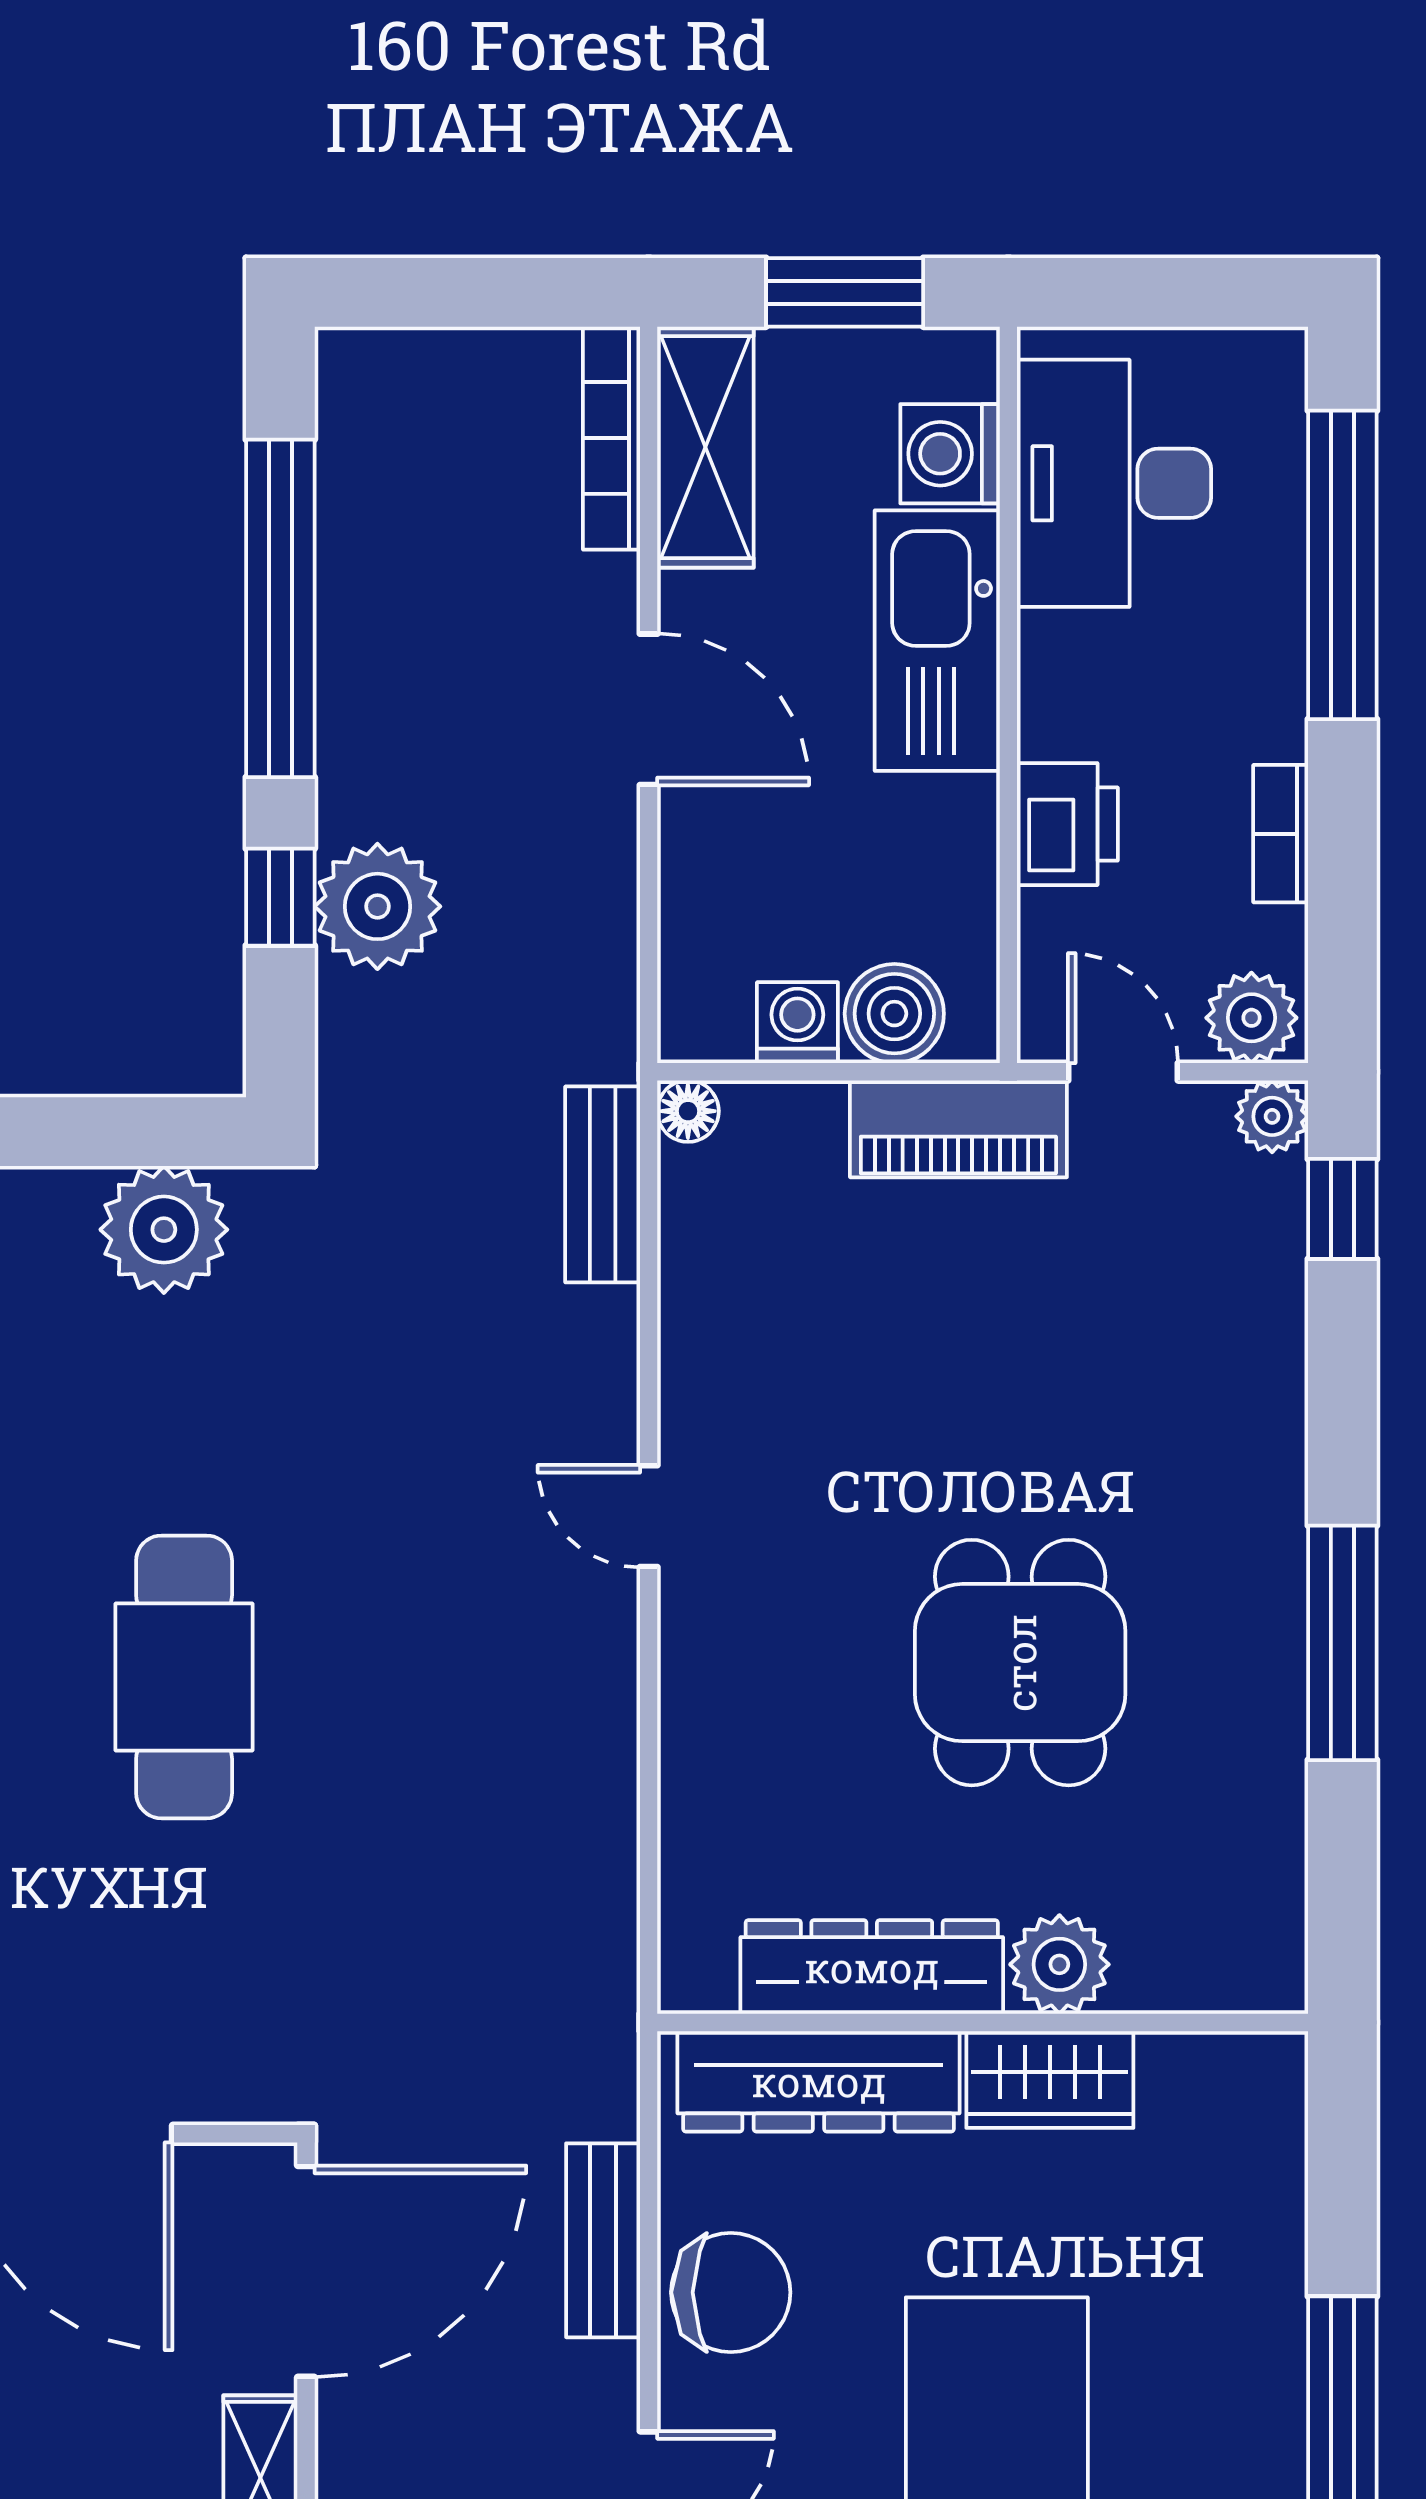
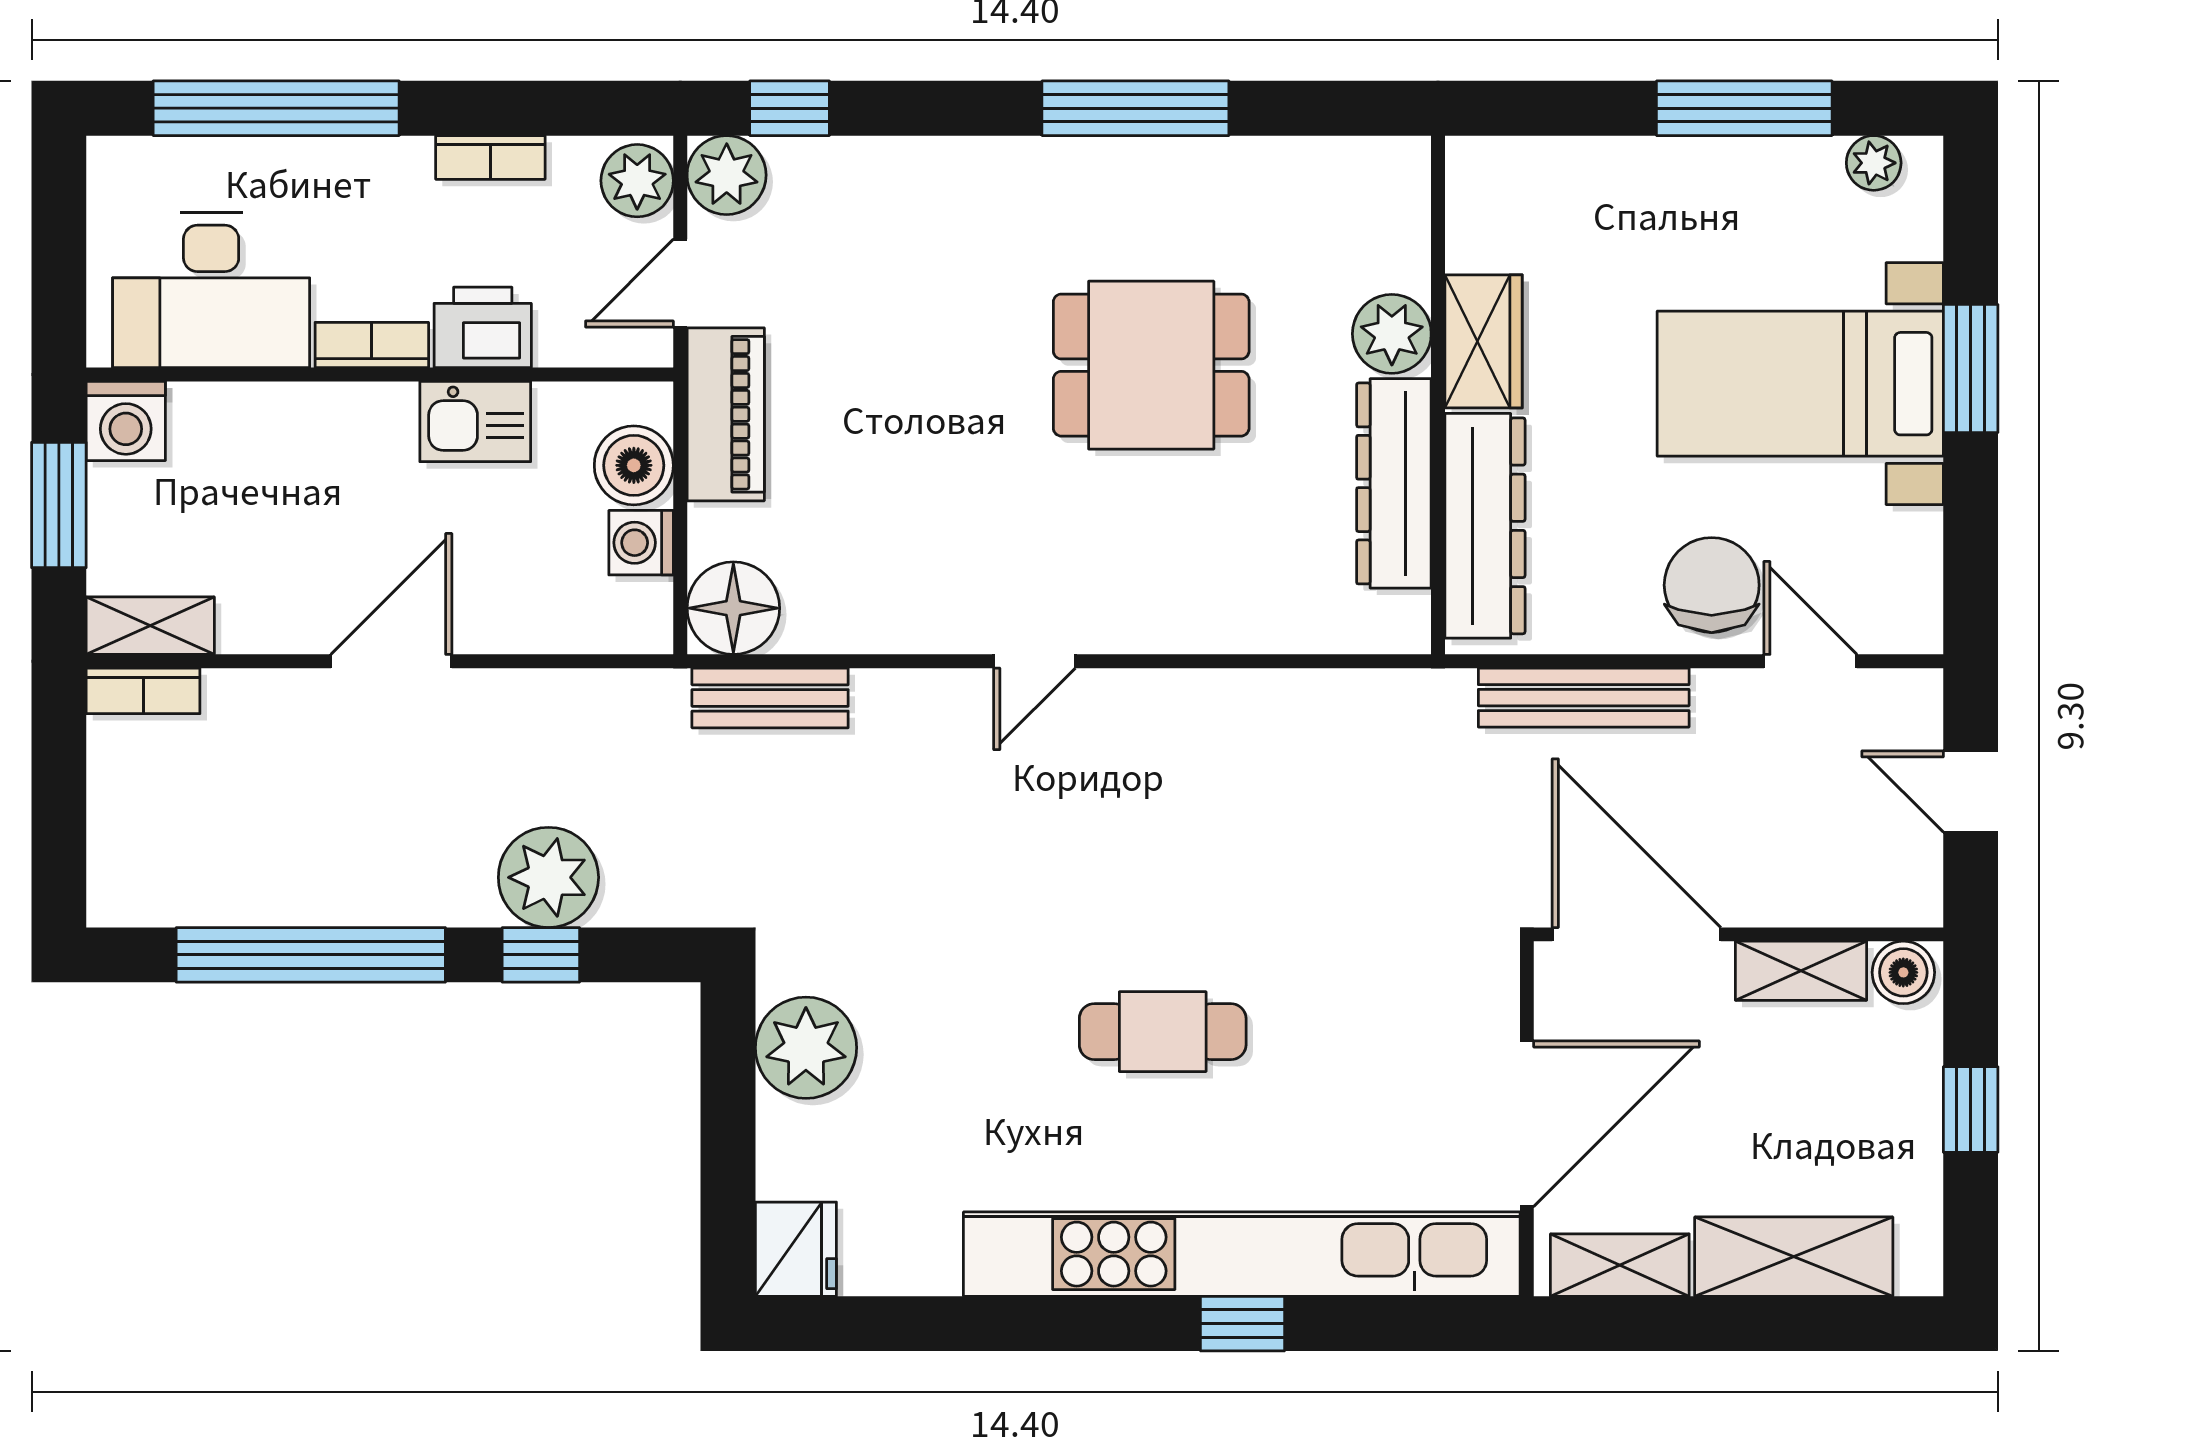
bookcase: (611, 438) -> (143, 691), width x0.64
shelving: (705, 447) -> (150, 626), width x0.67, depth x0.75
washing machine: (950, 454) -> (126, 421), moved
kitchen sink: (937, 641) -> (475, 422), moved, width x0.53, depth x0.81
bookcase: (1045, 685) -> (372, 345), added
floor lamp: (688, 1111) -> (733, 608), width x1.89, depth x1.89
plant: (1272, 1116) -> (727, 175), width x1.38, depth x1.38
cafe table: (184, 1677) -> (1163, 1032), width x0.73, depth x0.74
bench: (603, 2240) -> (1584, 698), width x1.36
chair: (731, 2292) -> (1712, 585), moved

